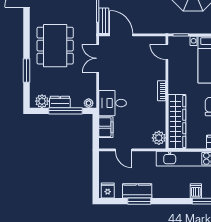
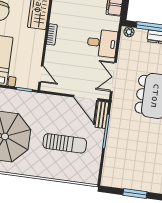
double door: (98, 58) -> (113, 77), swing flipped
desk: (113, 103) -> (102, 43), moved

